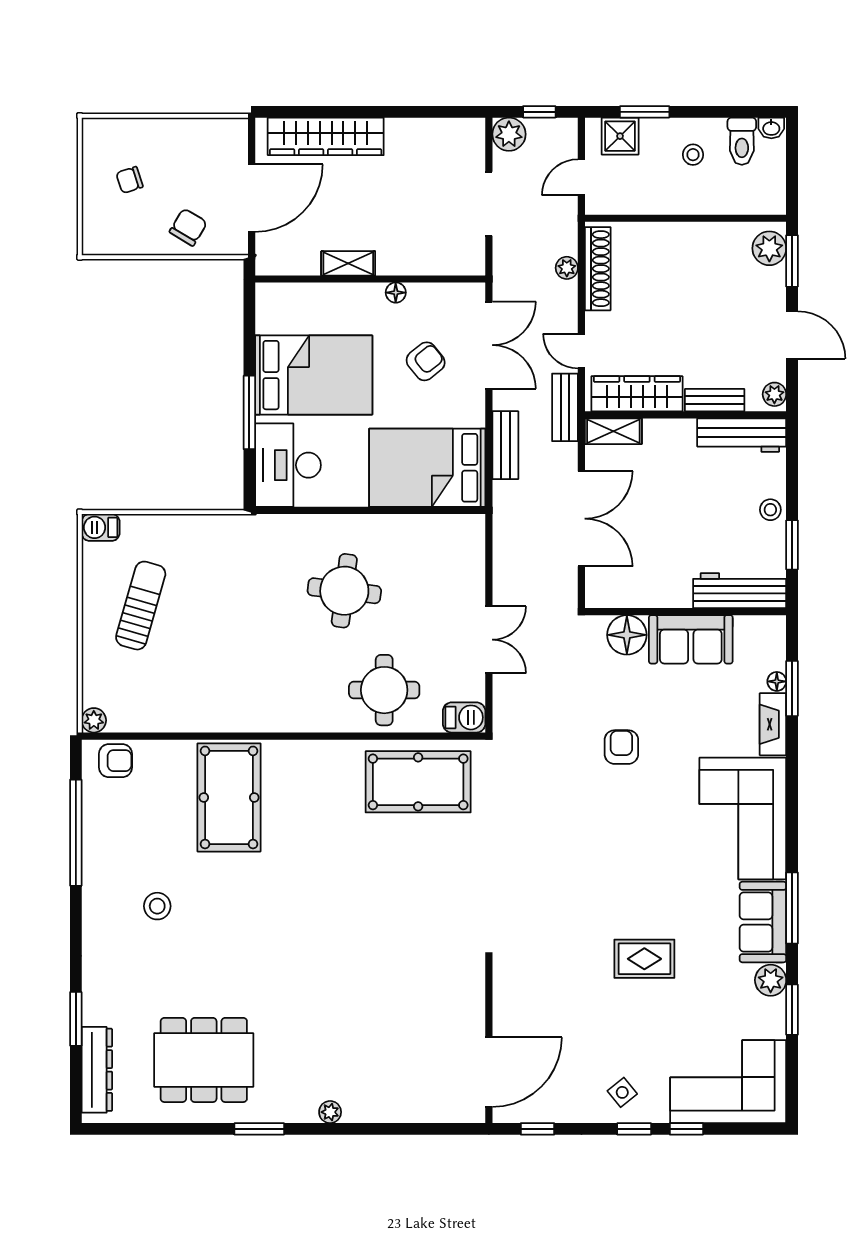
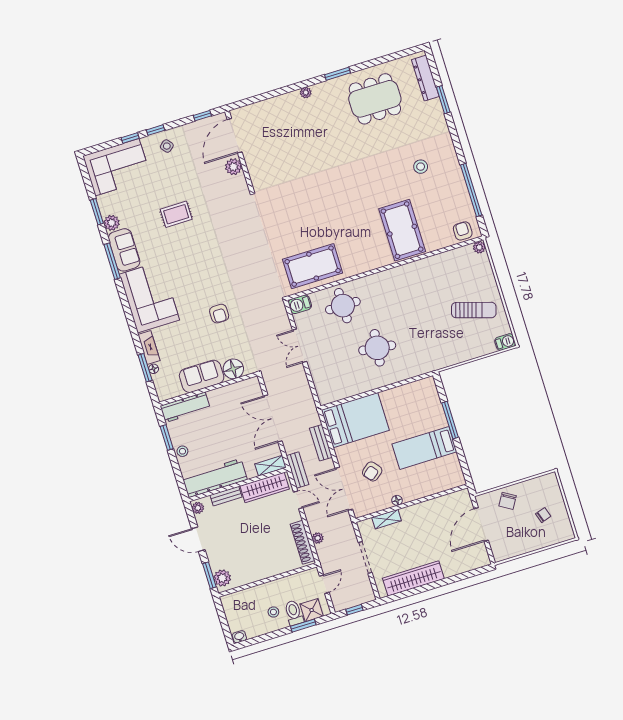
plant: (509, 134) -> (233, 167), moved
wardrobe: (326, 136) -> (413, 578), moved
toilet: (742, 141) -> (294, 613), moved
shelving: (348, 263) -> (387, 519), moved
bed: (314, 375) -> (424, 448), width x0.67
workbench: (742, 435) -> (215, 478), width x1.36, depth x1.32
desk: (288, 465) -> (423, 400), removed
sun lounger: (141, 606) -> (474, 310), turned -89
armchair: (116, 761) -> (463, 231), turned 90

